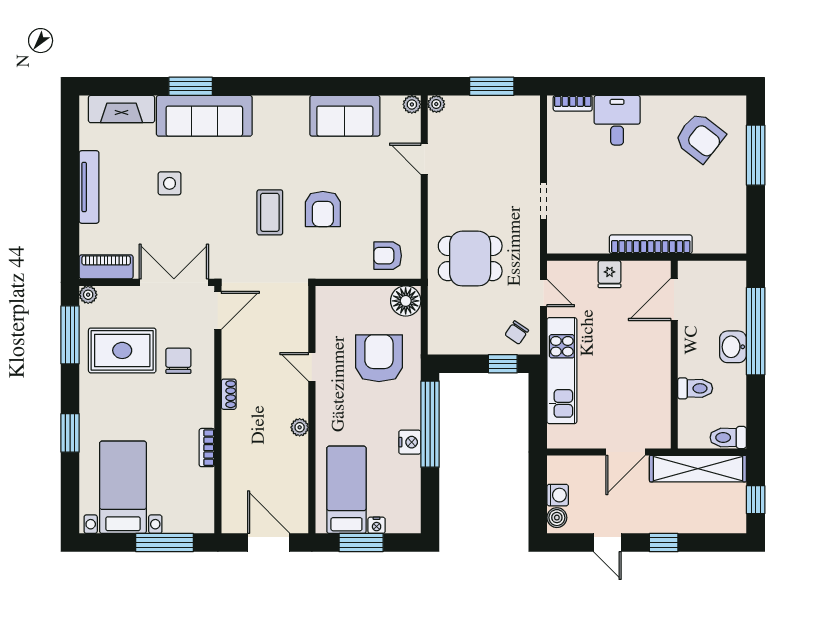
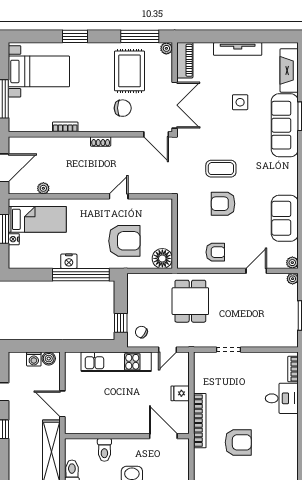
armchair: (700, 137) -> (238, 442), moved, turned -128
armchair: (388, 256) -> (215, 252), moved, turned 90
plant: (300, 427) -> (43, 188), moved
boiler: (557, 518) -> (49, 359), moved

